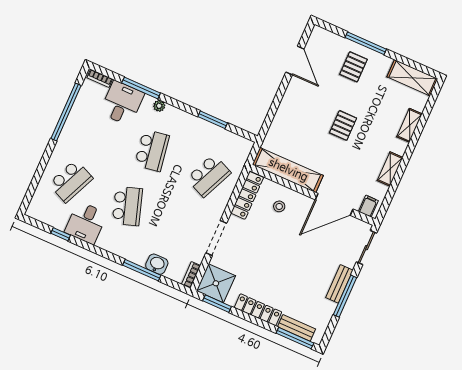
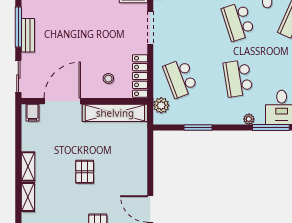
plant: (239, 157) -> (161, 105), added
shelving: (390, 169) -> (28, 167), moved
school desk: (209, 176) -> (180, 78), turned -45

